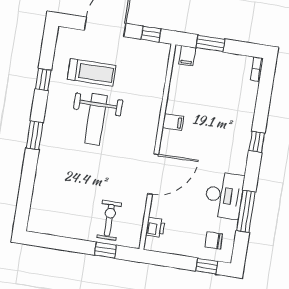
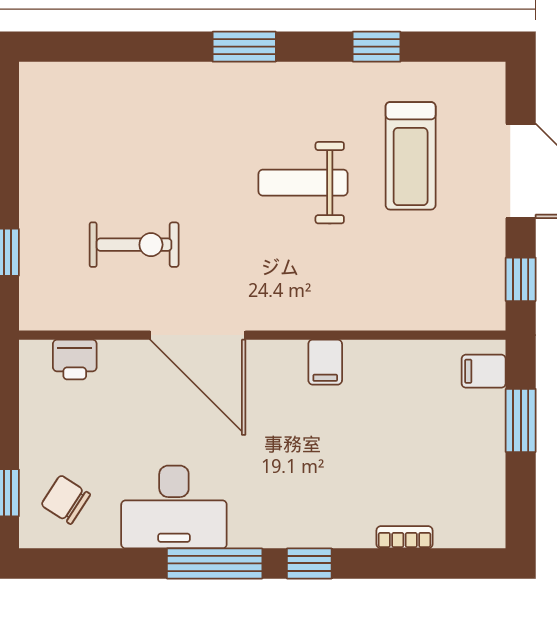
bookcase: (257, 69) -> (405, 537), moved
weight bench: (96, 119) -> (303, 183), width x0.73, depth x0.75
window: (246, 211) -> (215, 563), moved
exercise bike: (109, 220) -> (134, 245), moved
chair: (214, 240) -> (66, 500), turned -56

